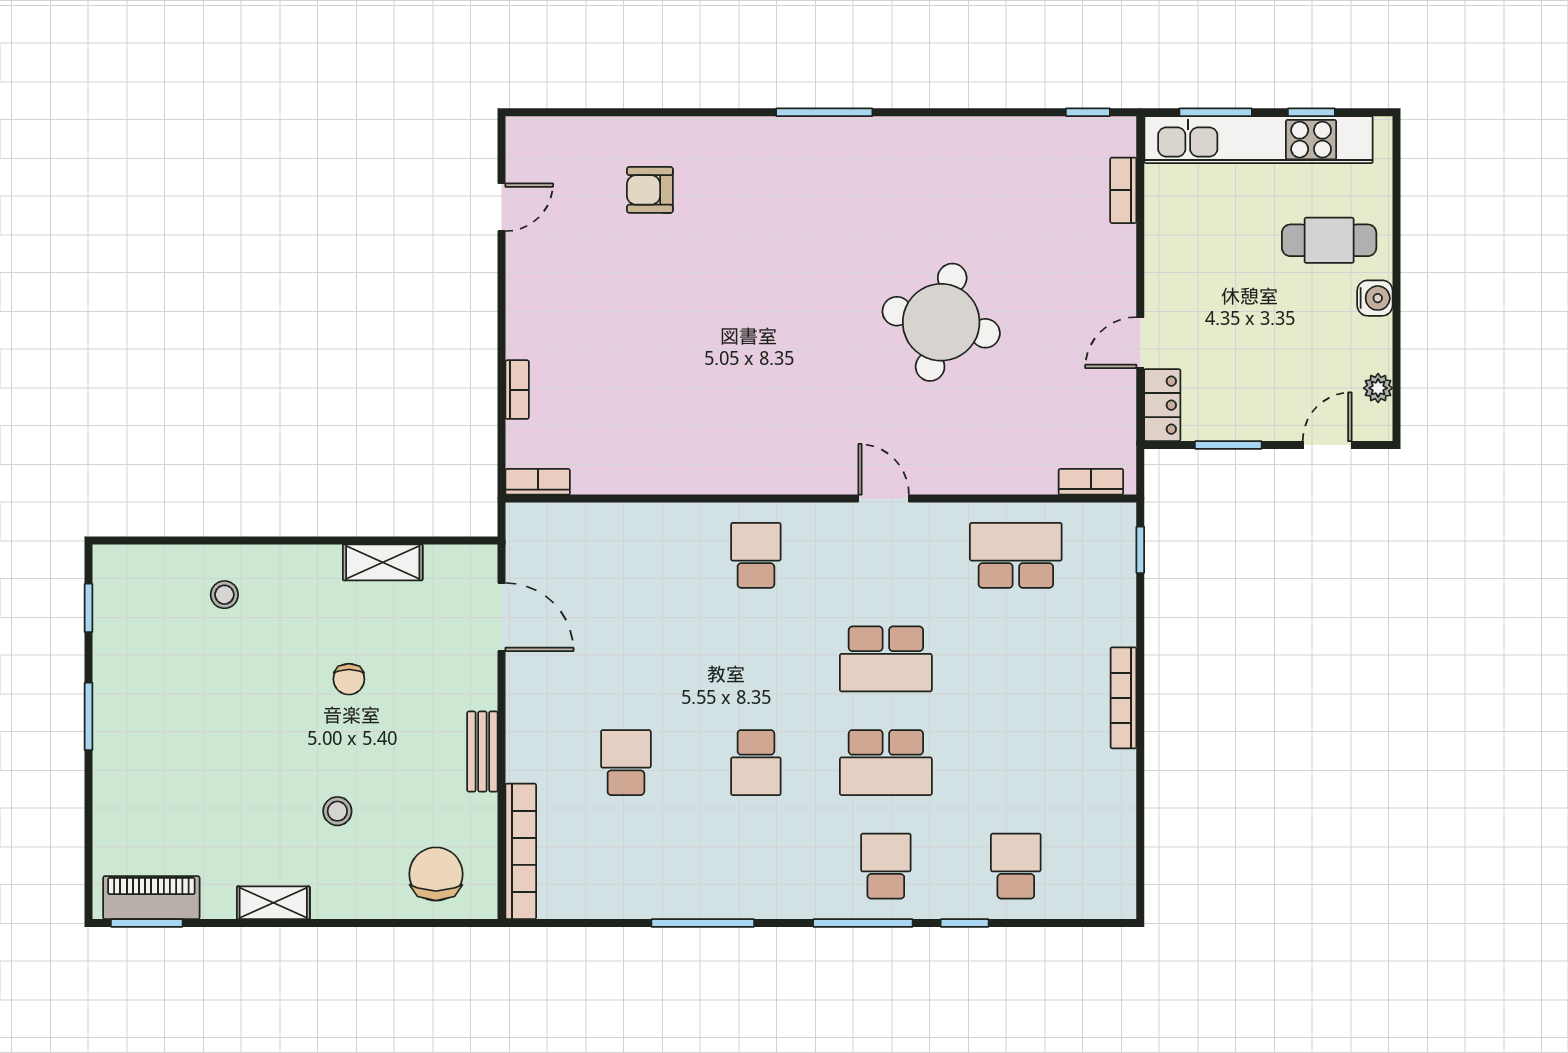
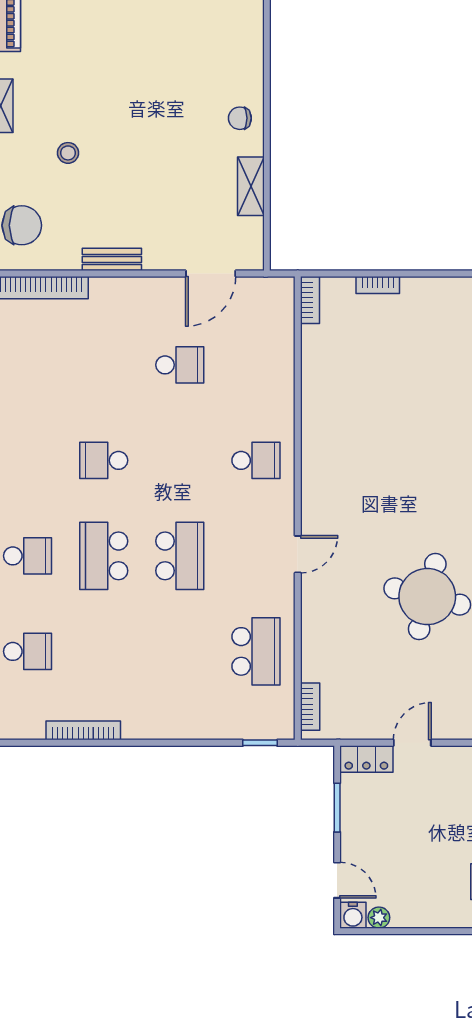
water cooler: (1375, 298) -> (353, 915), moved
door: (1140, 343) -> (412, 743), hinge flipped
stool: (224, 595) -> (227, 70), removed
school desk: (886, 659) -> (180, 556), turned 180
chair: (349, 679) -> (240, 118), moved
bookcase: (1123, 698) -> (83, 730), moved
school desk: (626, 763) -> (180, 365), moved

